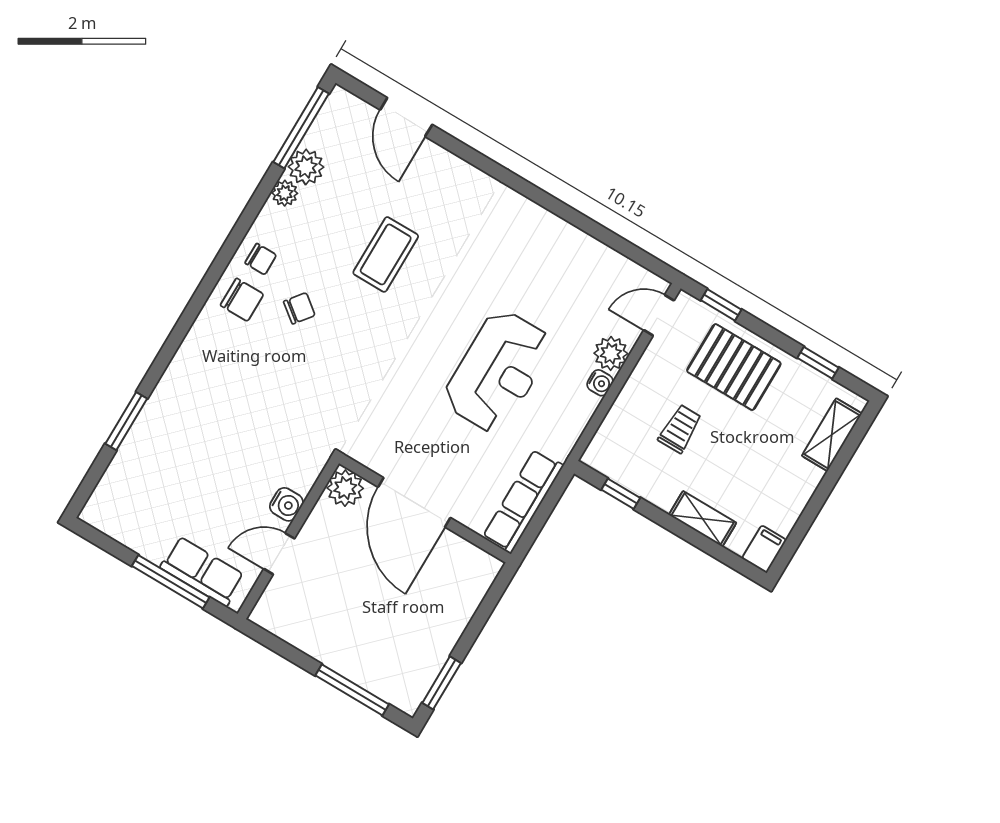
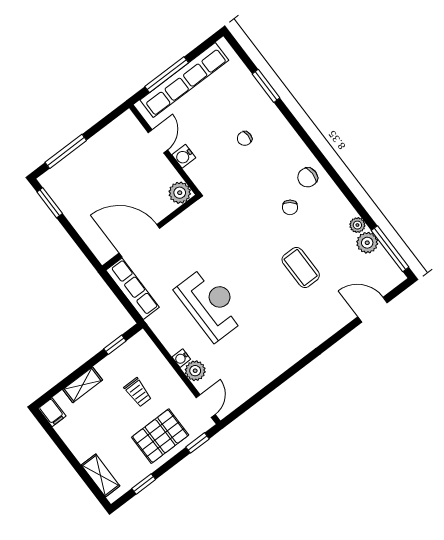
chair: (261, 259) -> (245, 138), moved
reception desk: (498, 371) -> (211, 304), turned 180
door: (414, 502) -> (139, 241), moved
row of seats: (202, 571) -> (184, 80), width x2.02

